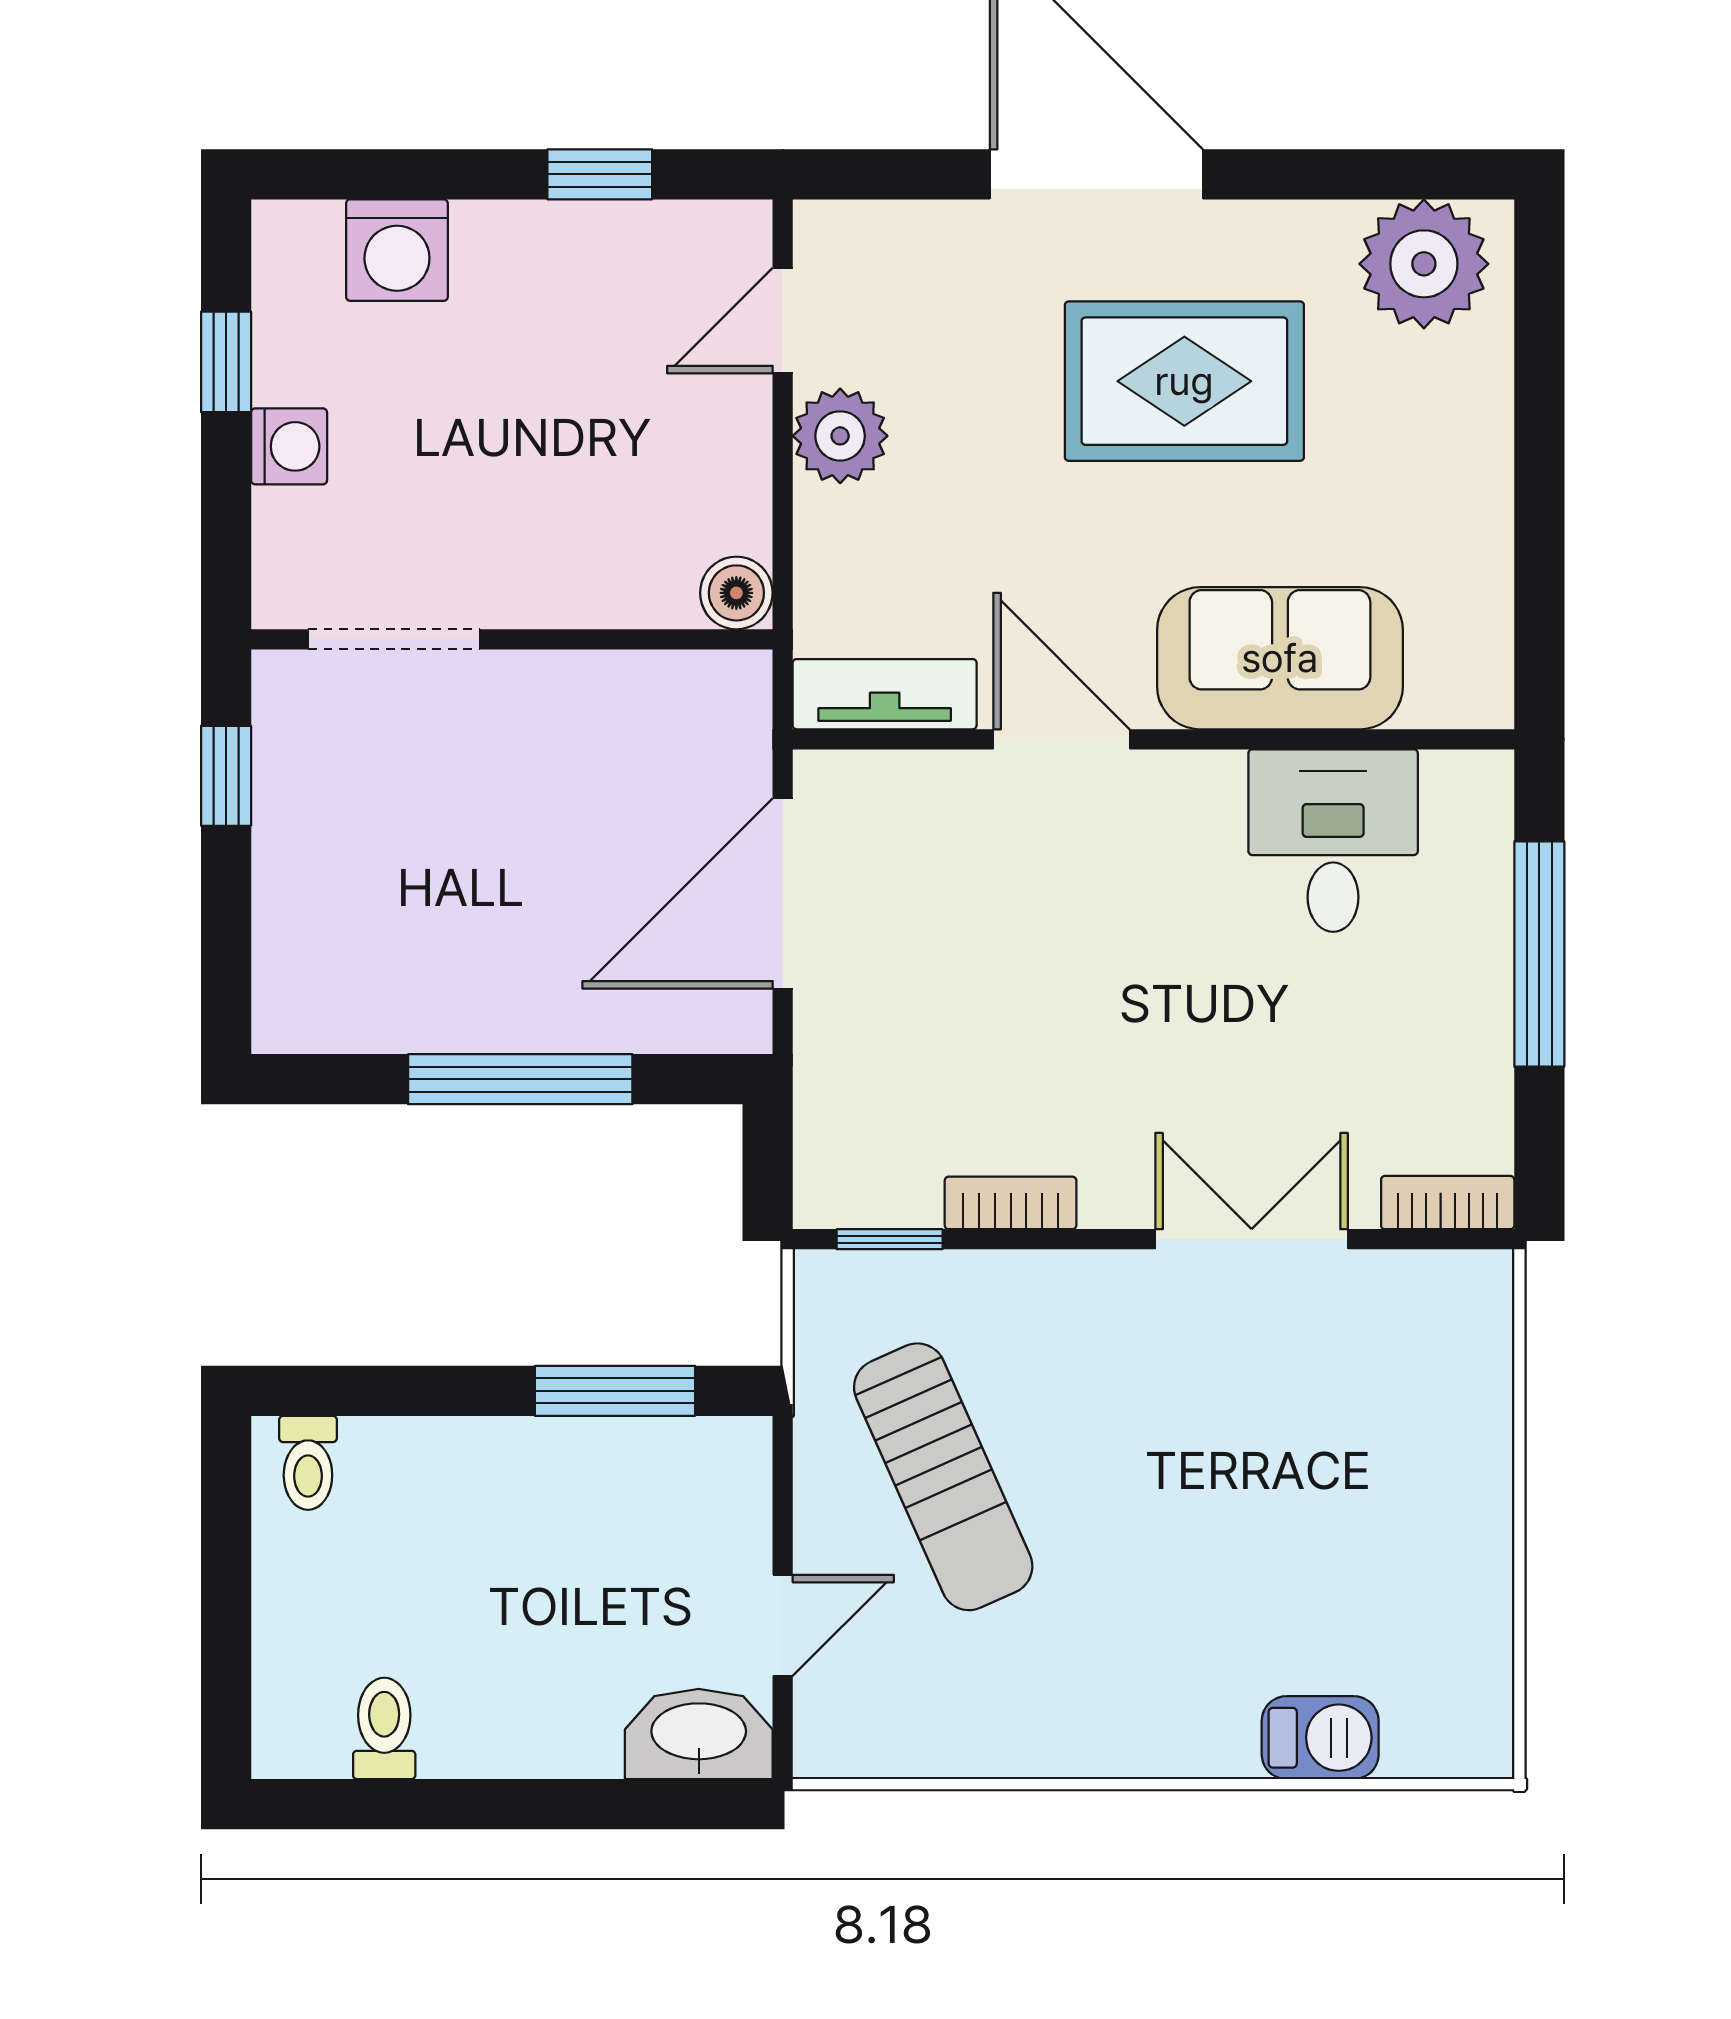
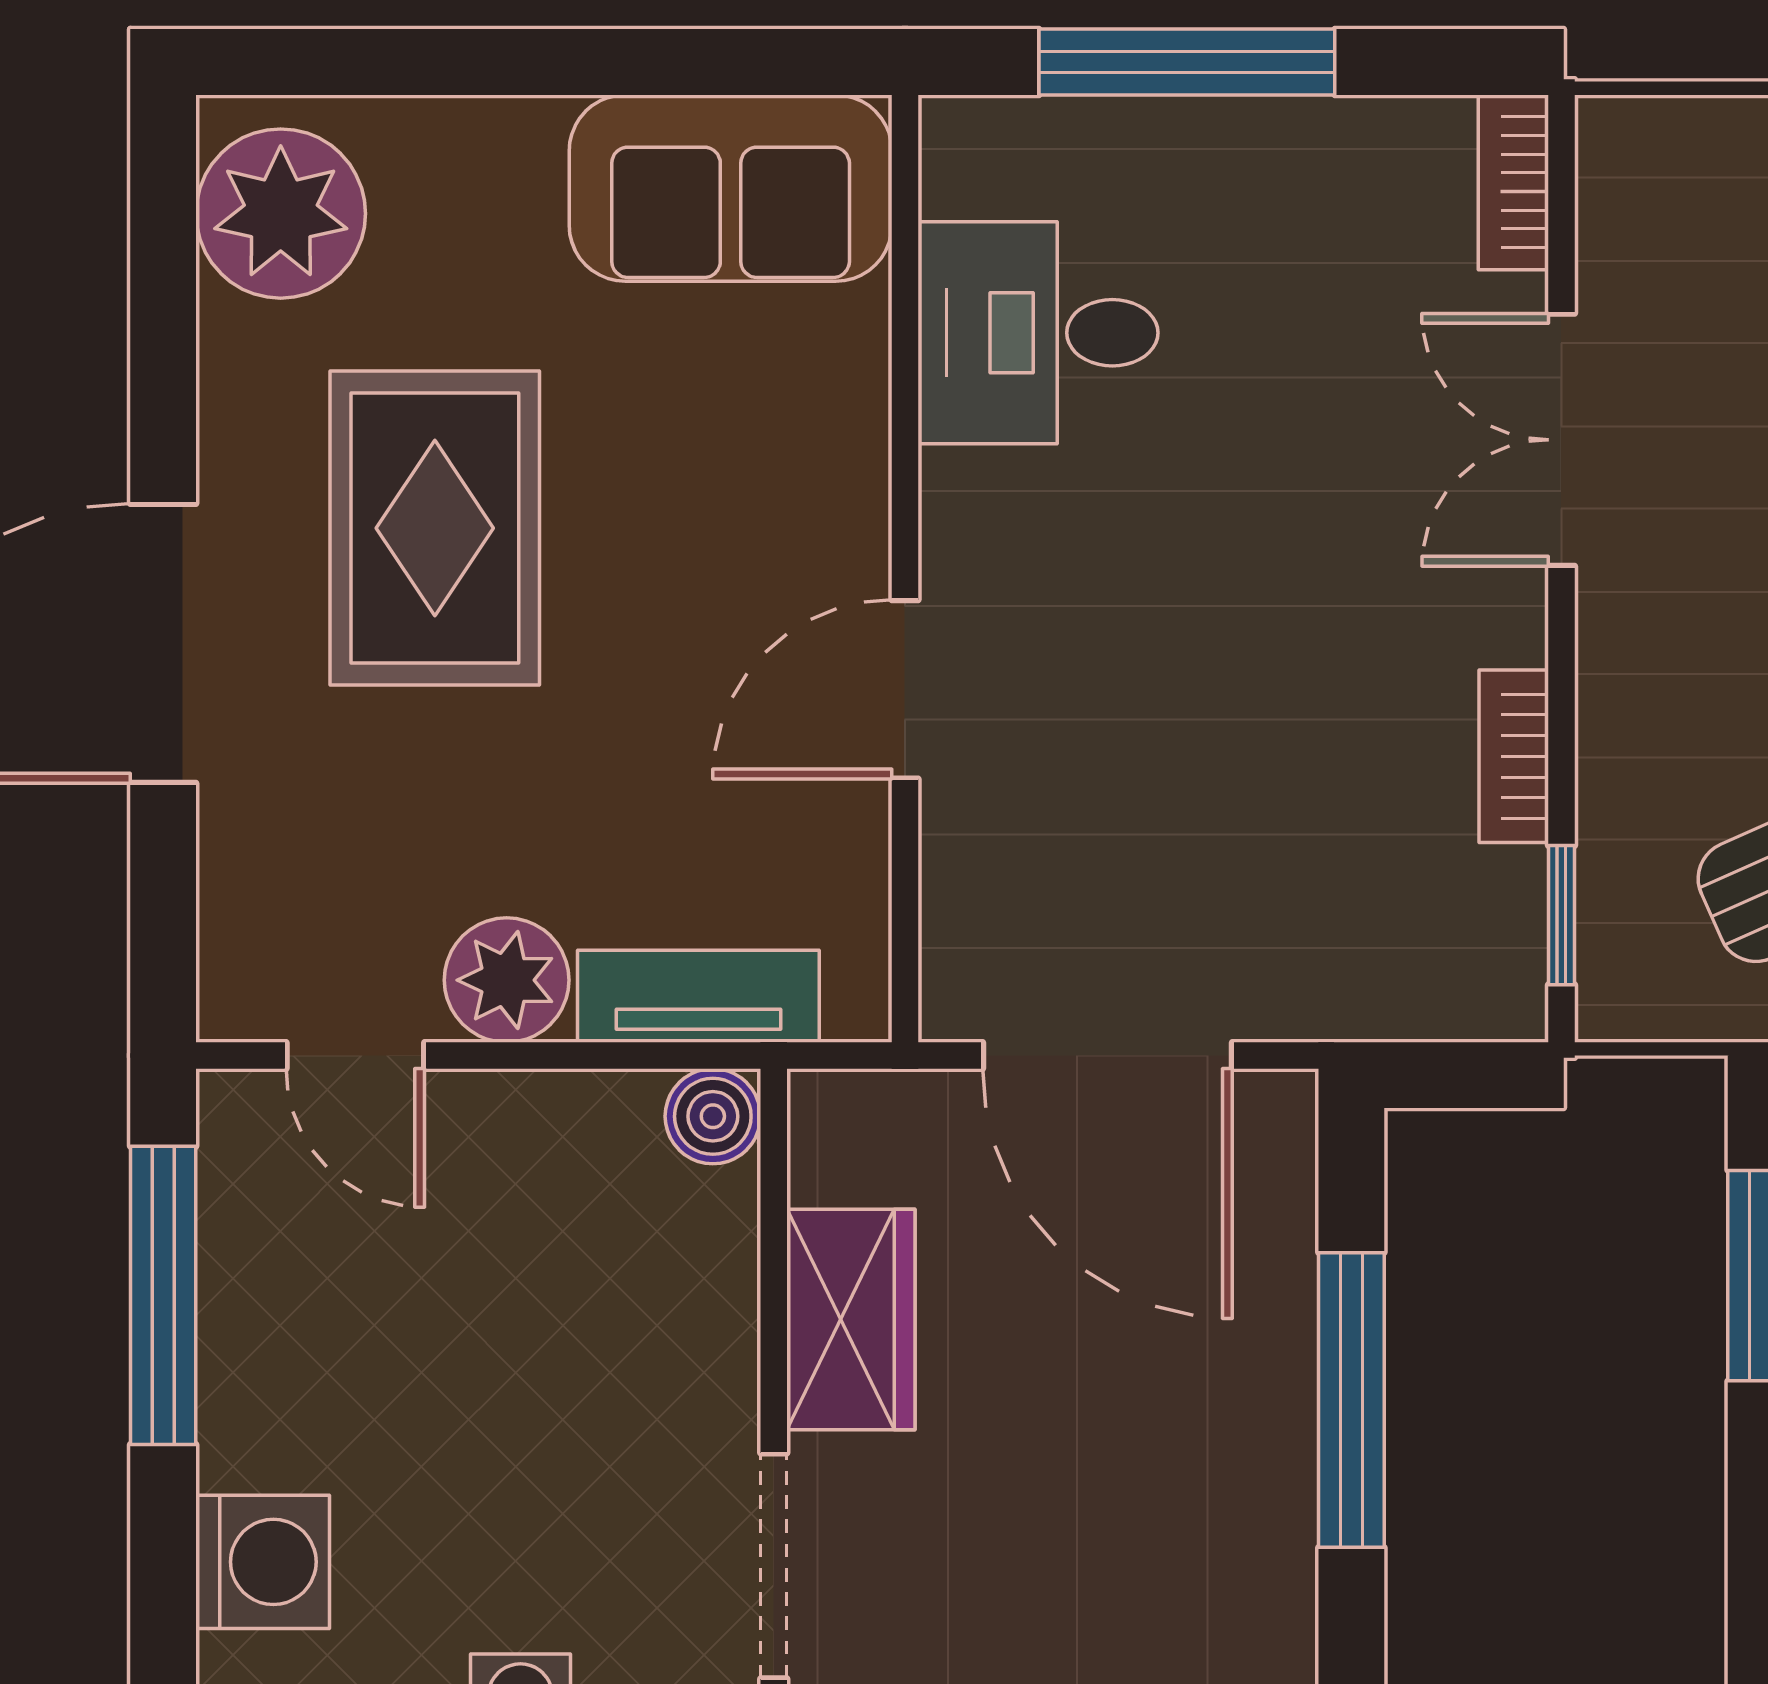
window: (600, 174) -> (163, 1295), width x2.17
sofa: (1280, 658) -> (731, 188), moved, turned -90
tv unit: (885, 694) -> (698, 996), moved, turned 90
wardrobe: (582, 698) -> (851, 1320), added

